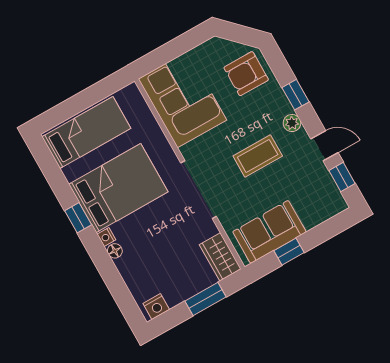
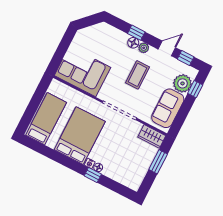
armchair: (246, 74) -> (105, 38), removed
floor lamp: (282, 106) -> (133, 43), added
plant: (314, 210) -> (183, 83), added
window: (78, 218) -> (93, 175), moved
window: (289, 252) -> (195, 89), moved
nightstand: (156, 307) -> (136, 181), removed

